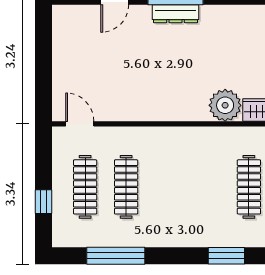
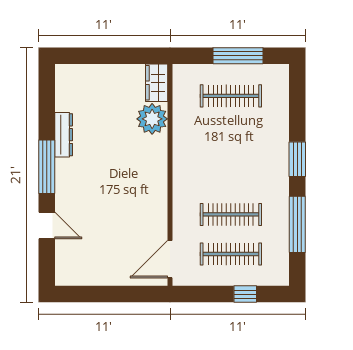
dresser: (175, 14) -> (64, 135), moved
door: (80, 124) -> (170, 259), width x1.38
window: (226, 256) -> (297, 159), moved

